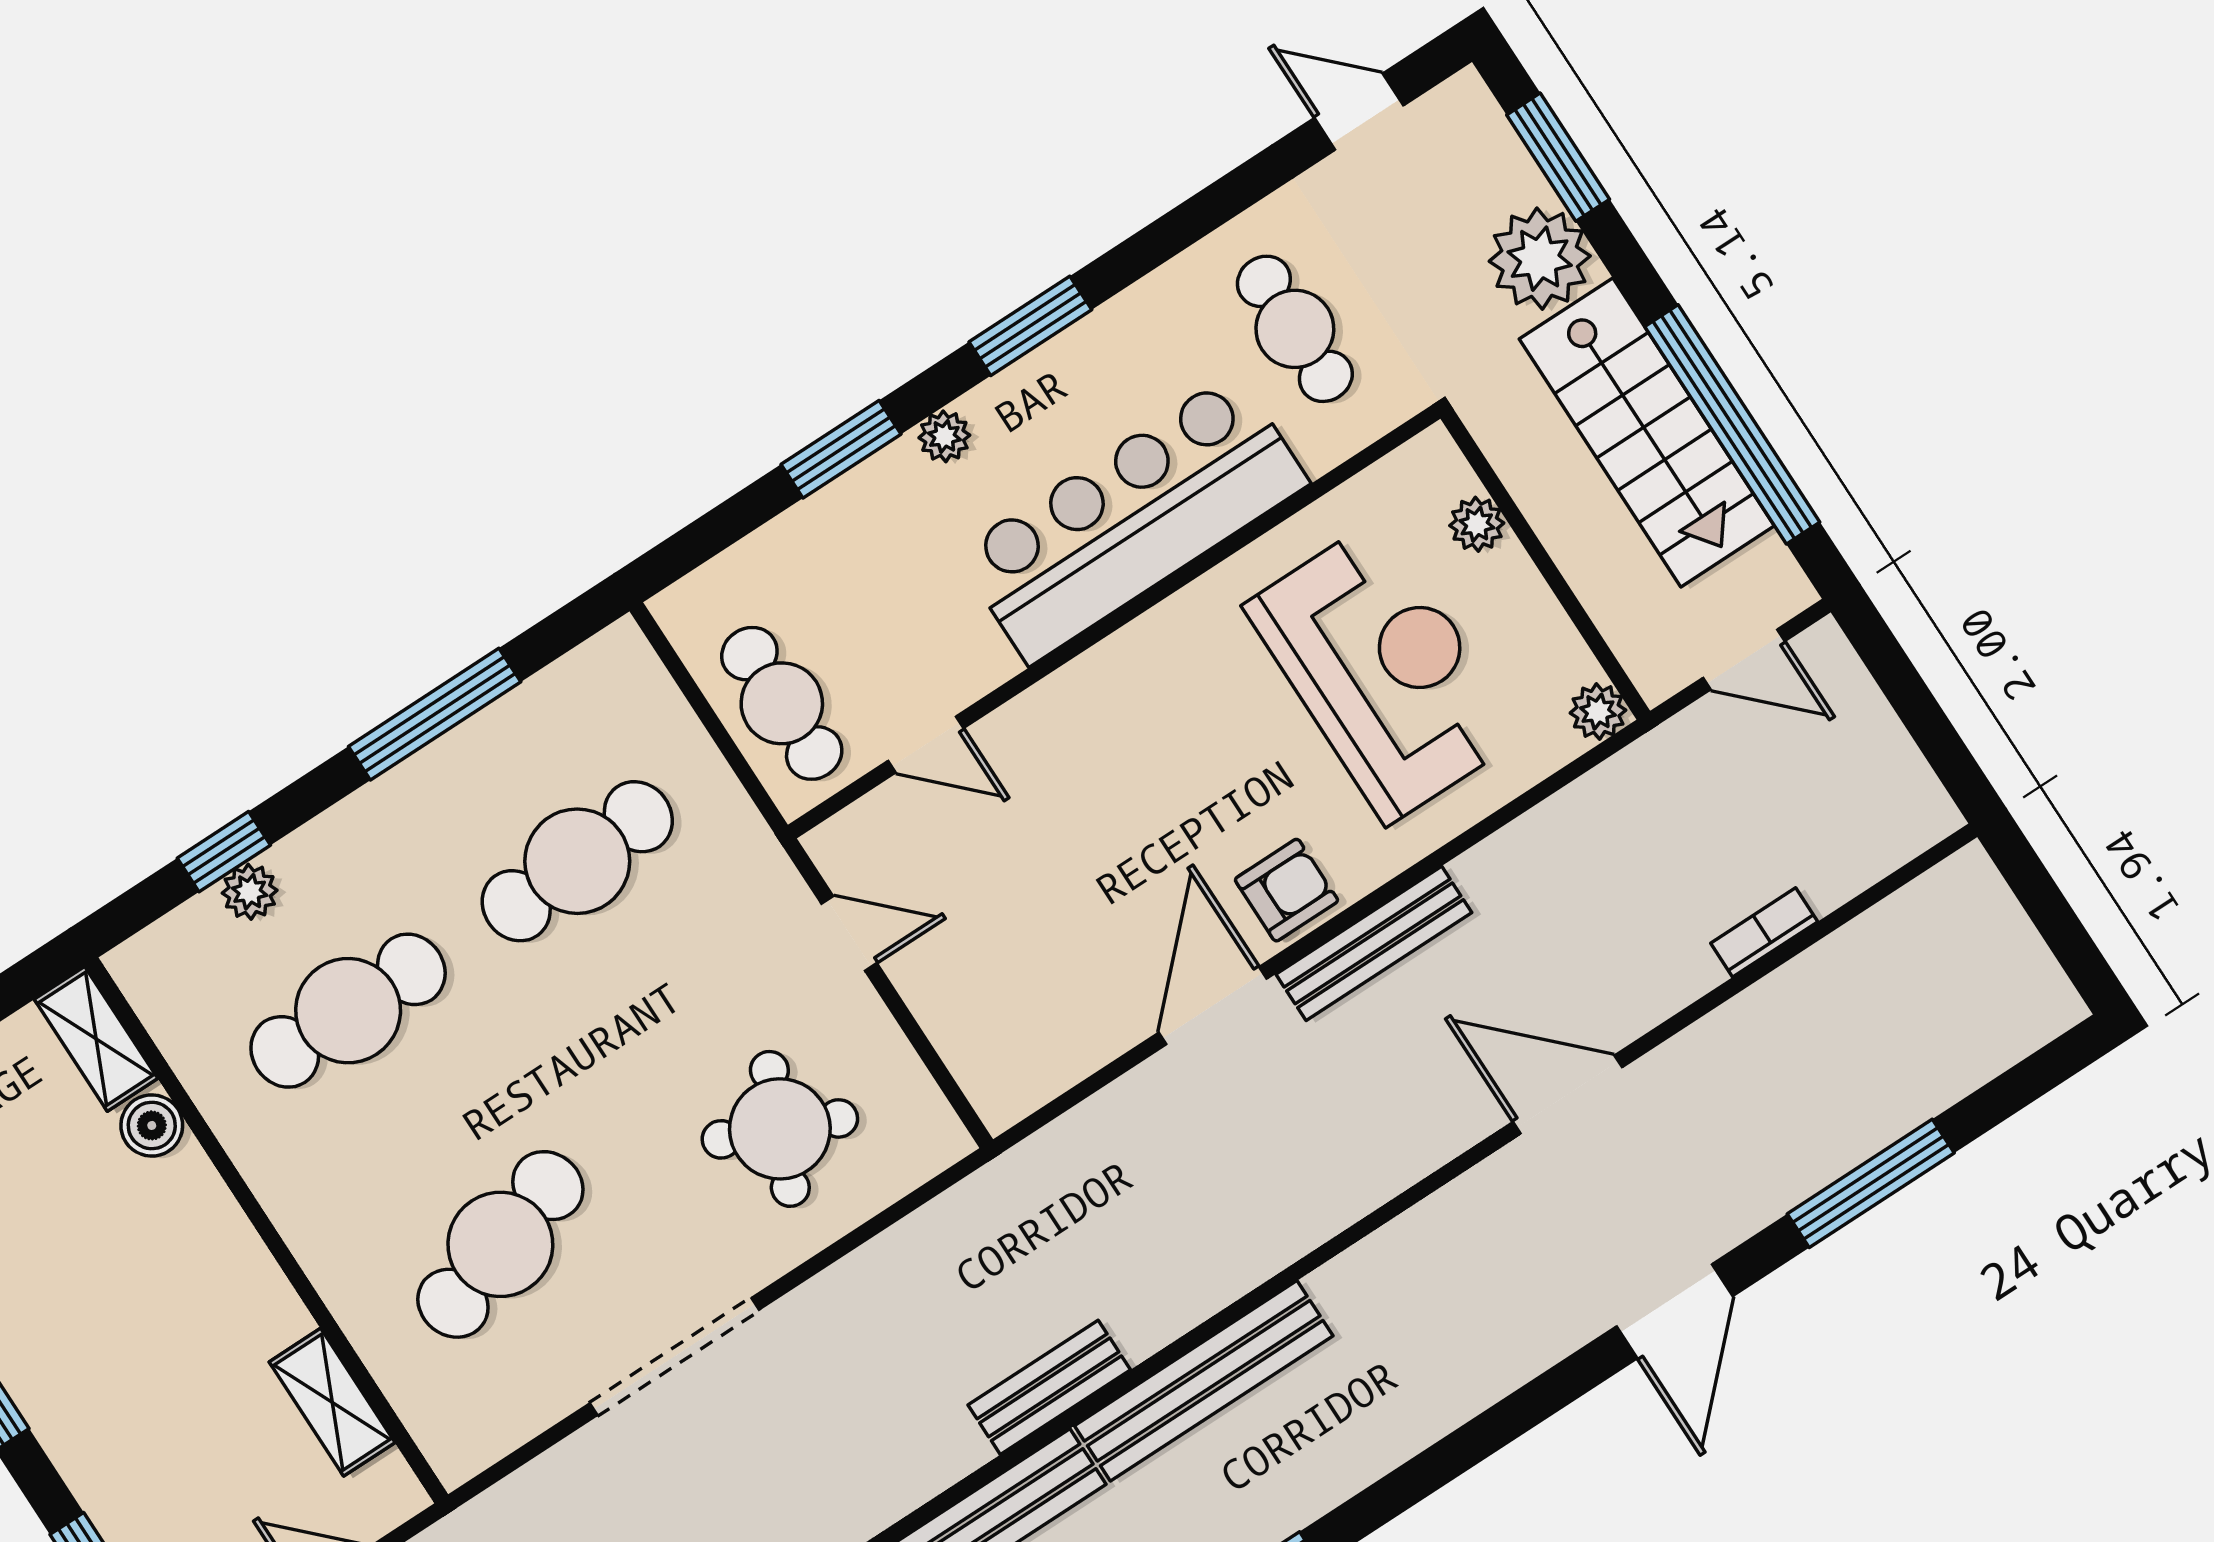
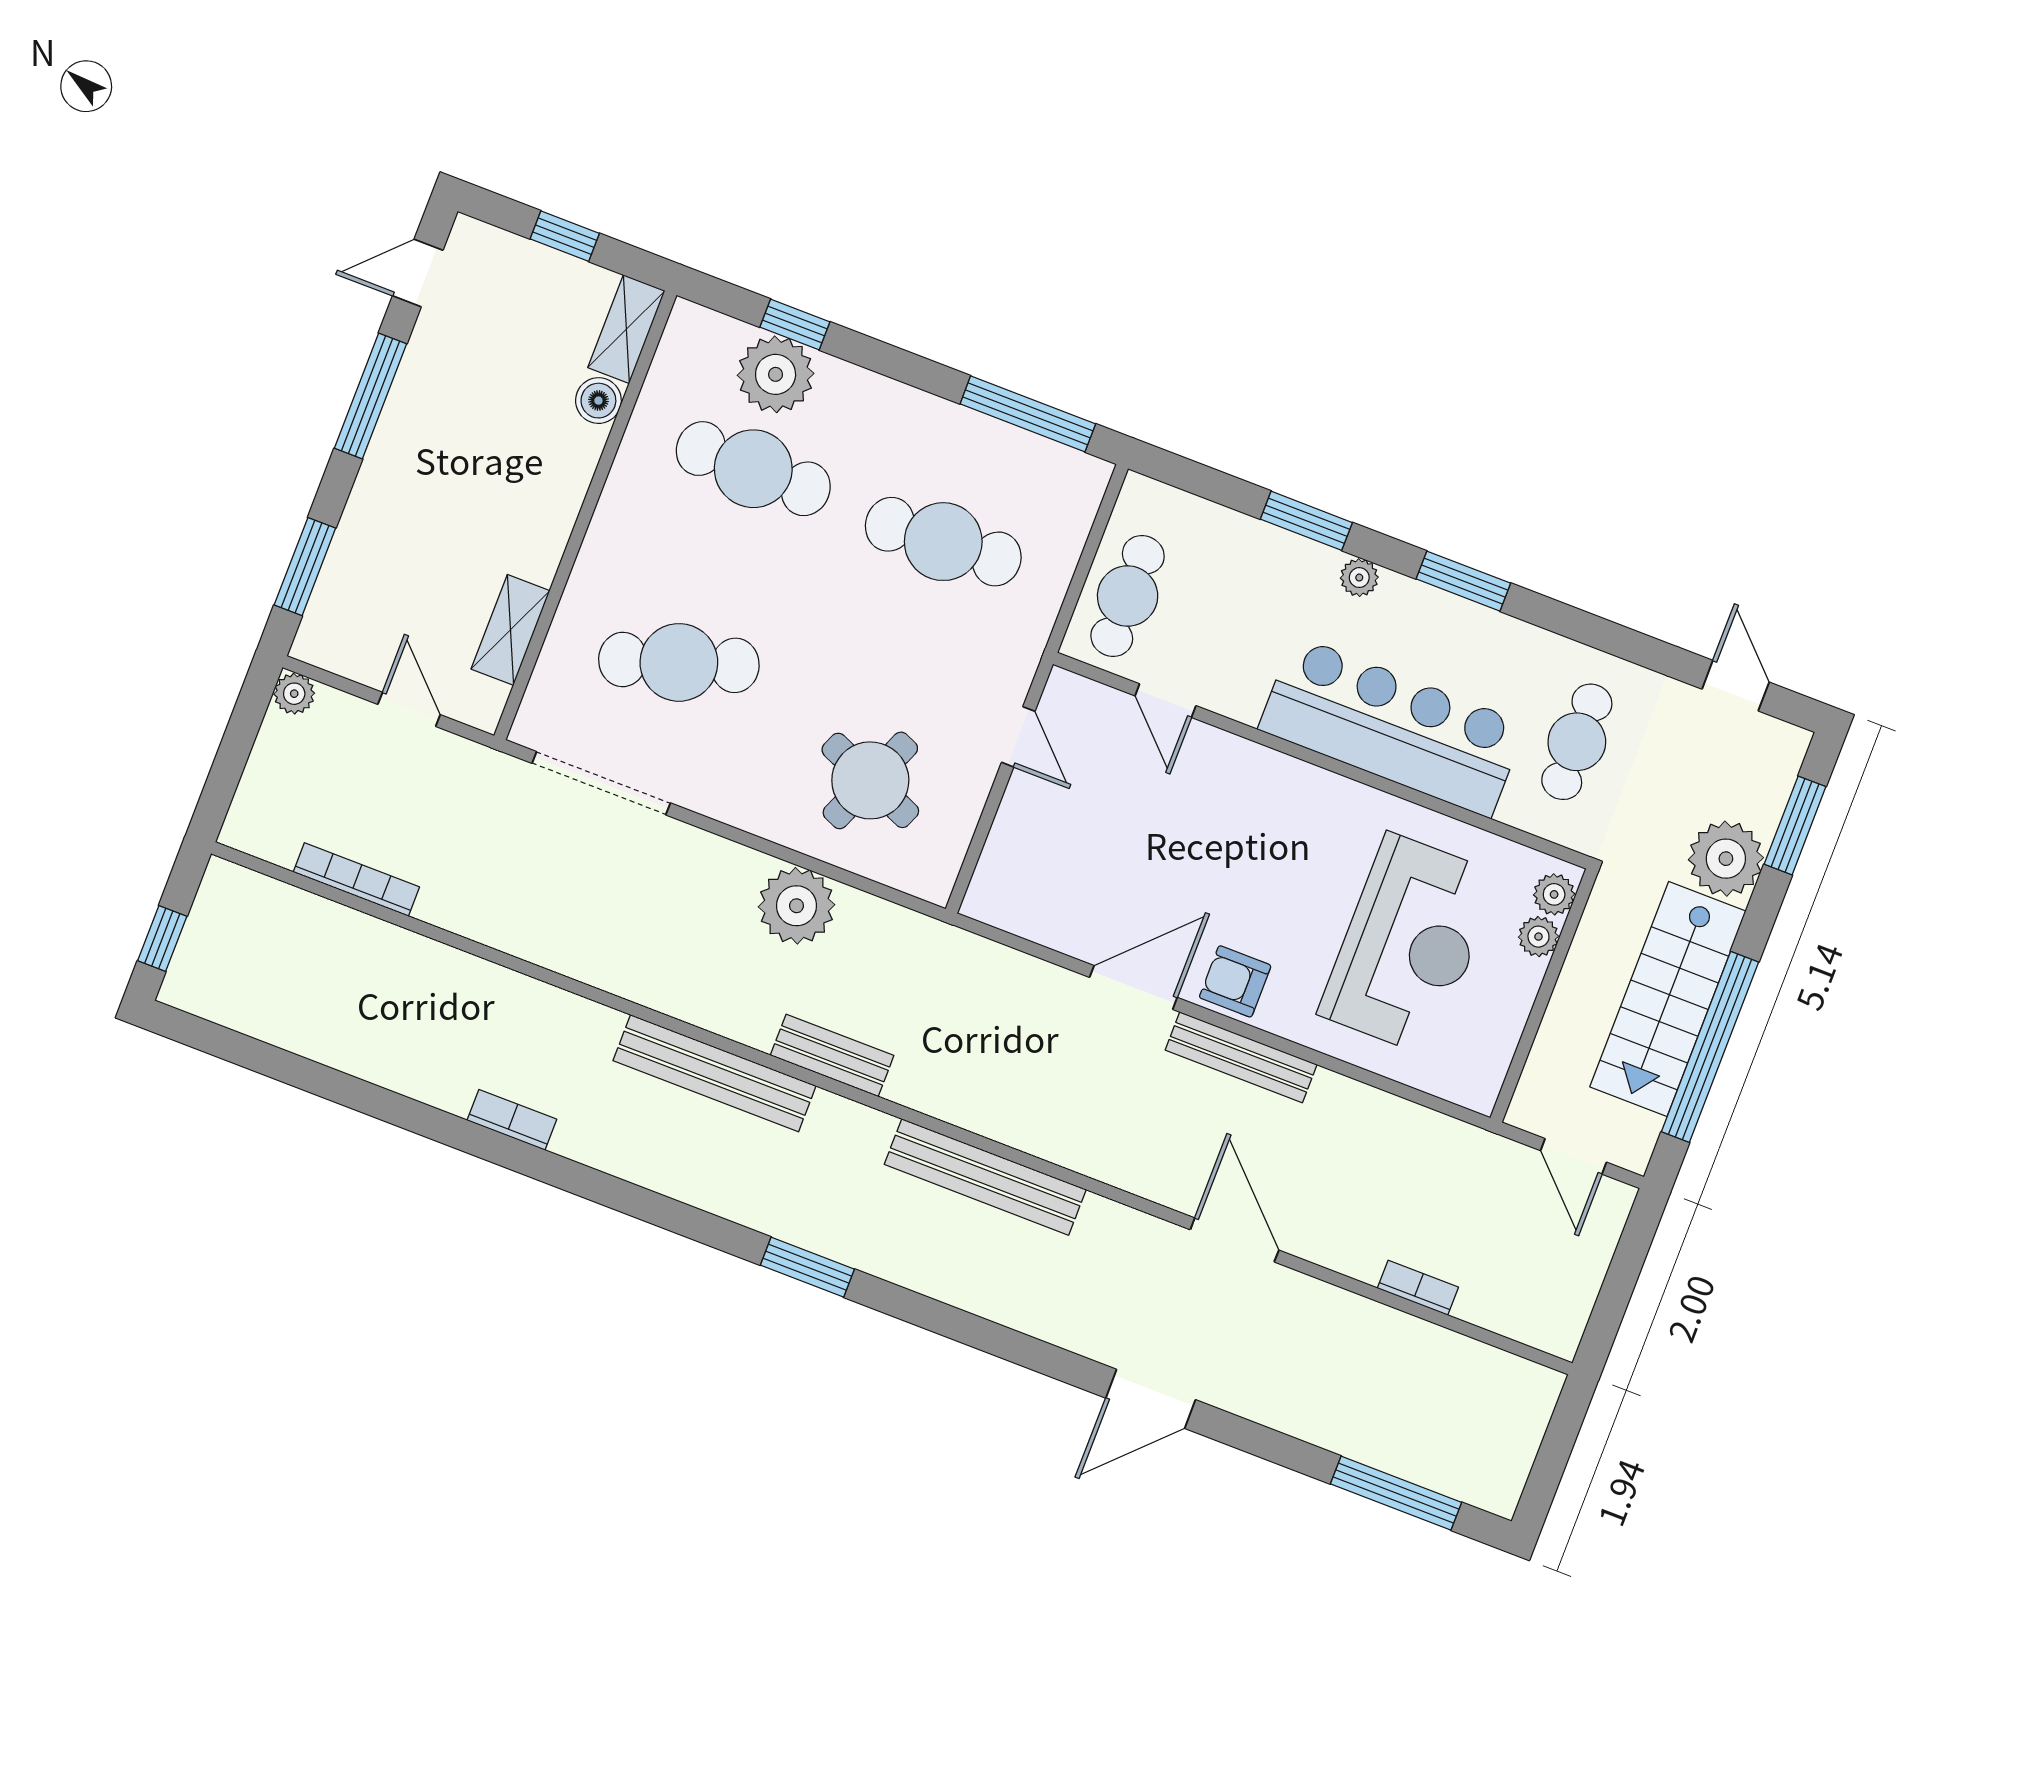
plant: (1598, 712) -> (1554, 894), moved
window: (435, 714) -> (1028, 414), moved
armchair: (1286, 890) -> (1235, 981), turned 180
plant: (250, 892) -> (776, 374), width x1.87, depth x1.87
window: (1871, 1183) -> (1396, 1493), moved
plant: (858, 1308) -> (796, 906), added
doorway: (674, 1357) -> (601, 783), moved
bench: (1204, 1381) -> (985, 1177), moved

